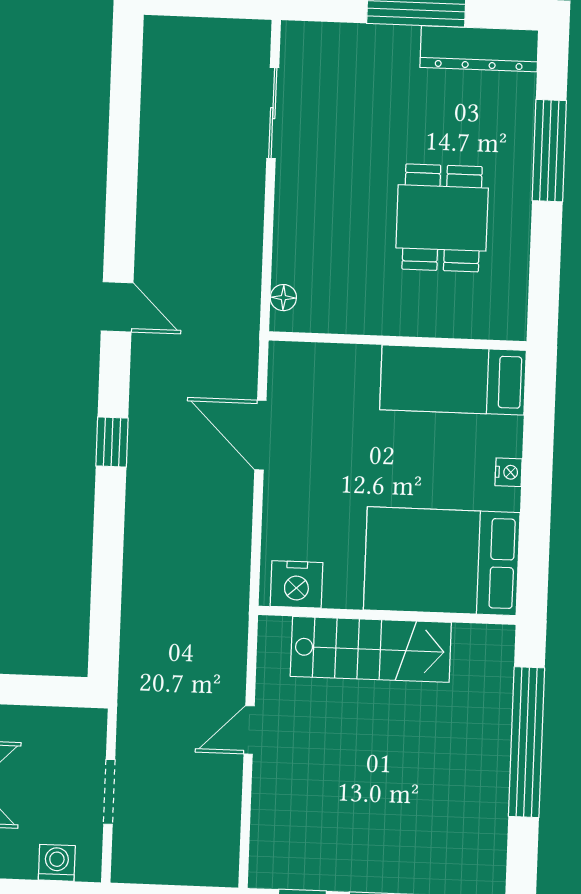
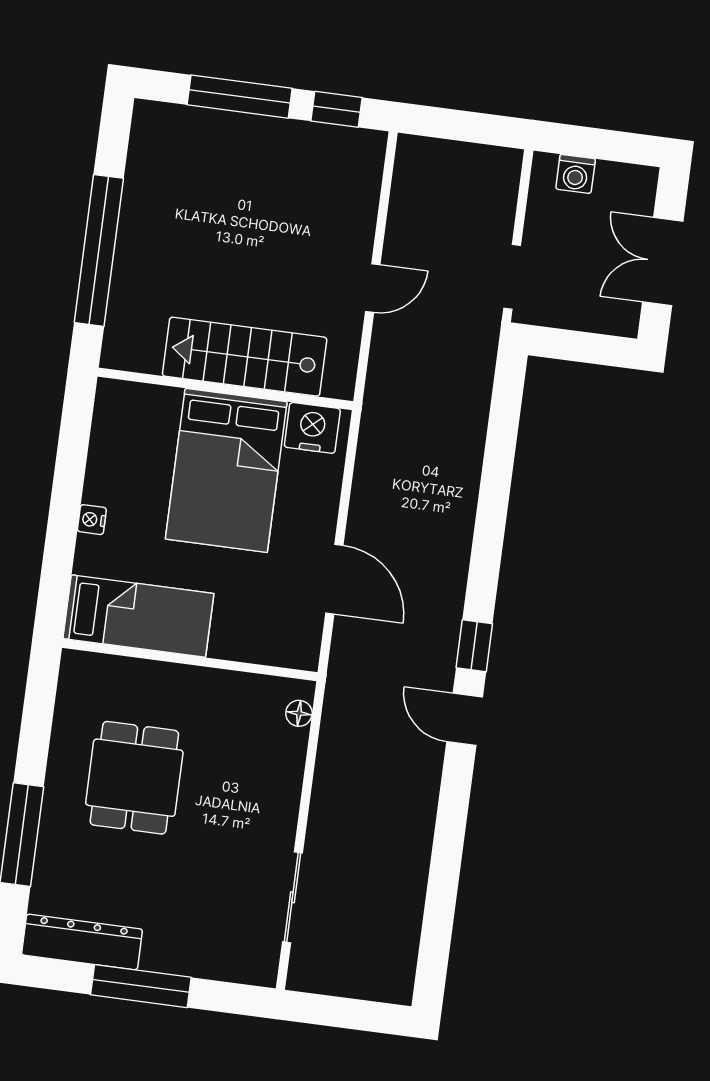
window: (112, 442) -> (474, 646), moved
bed: (442, 561) -> (226, 470), moved, turned 90
doorway: (109, 792) -> (512, 277), moved

